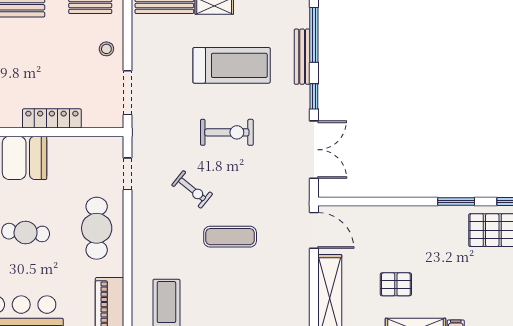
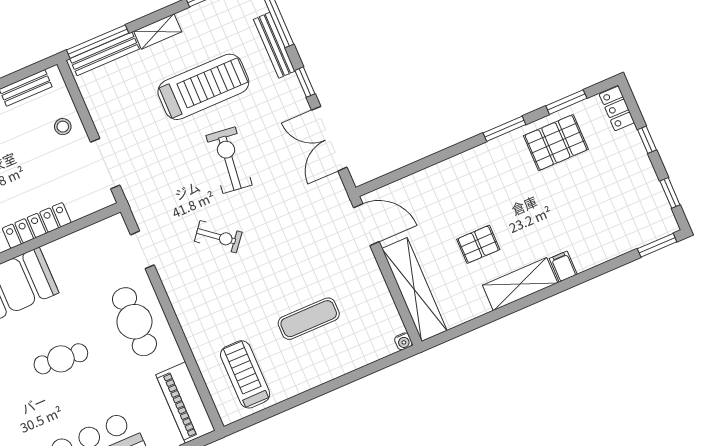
exercise bike: (227, 132) -> (229, 160), turned -83
double door: (314, 150) -> (329, 139), swing flipped
exercise mat: (230, 237) -> (309, 319), moved

